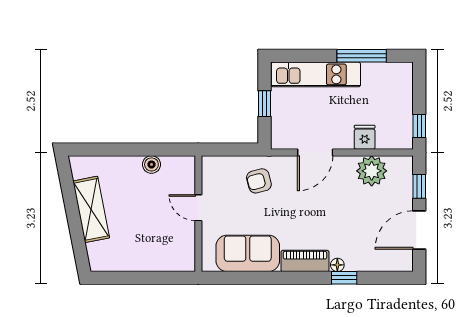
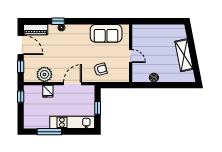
door: (419, 230) -> (21, 45), hinge flipped
piano: (305, 261) -> (36, 30), moved

